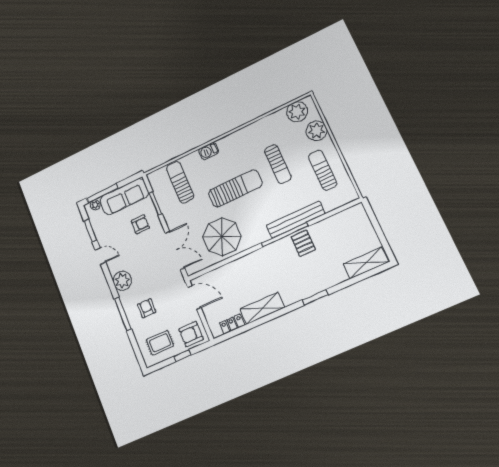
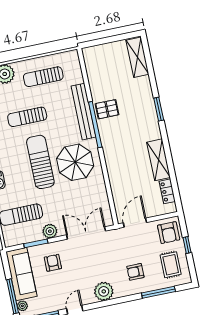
sun lounger: (278, 164) -> (27, 117), turned 180
plant: (170, 214) -> (50, 231), added
parasol: (222, 237) -> (75, 162), moved
window: (123, 314) -> (158, 292), moved

